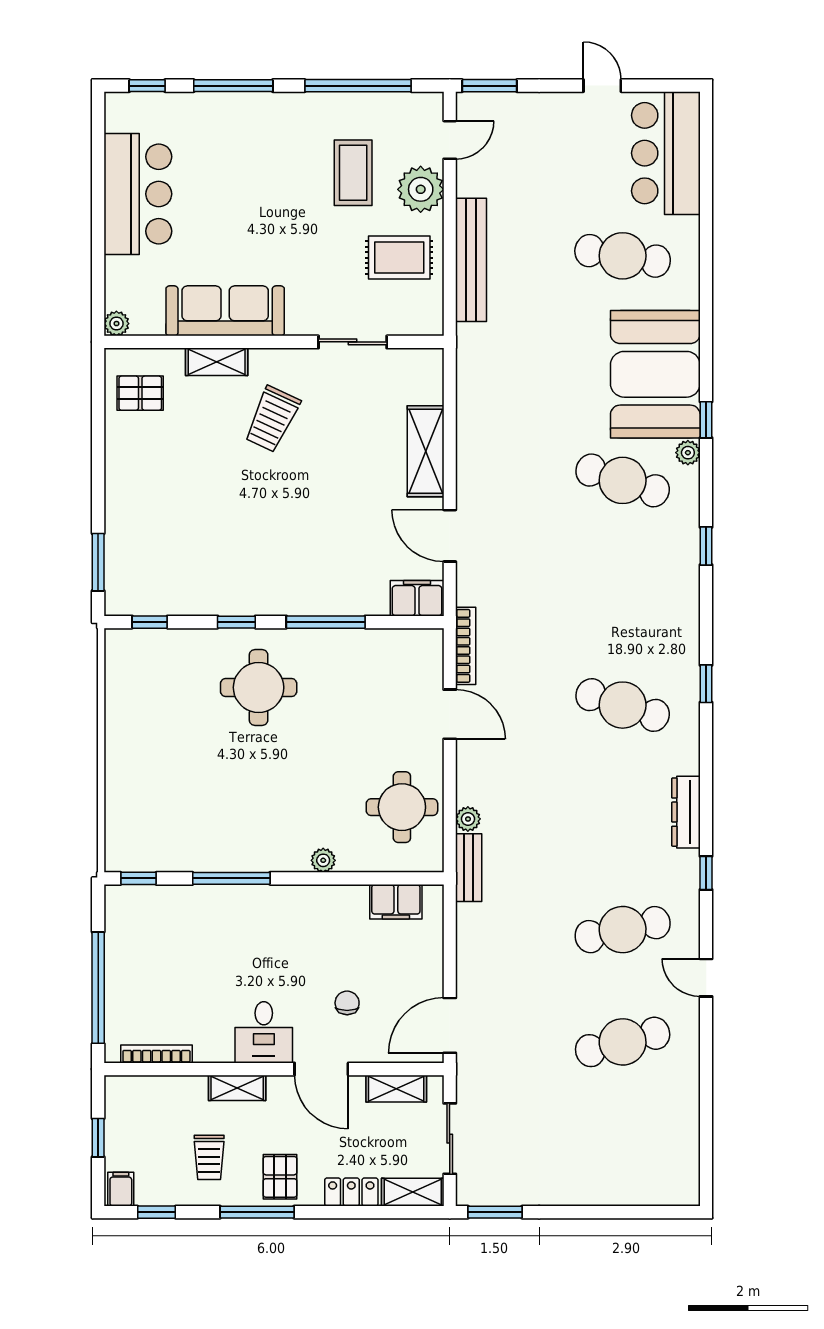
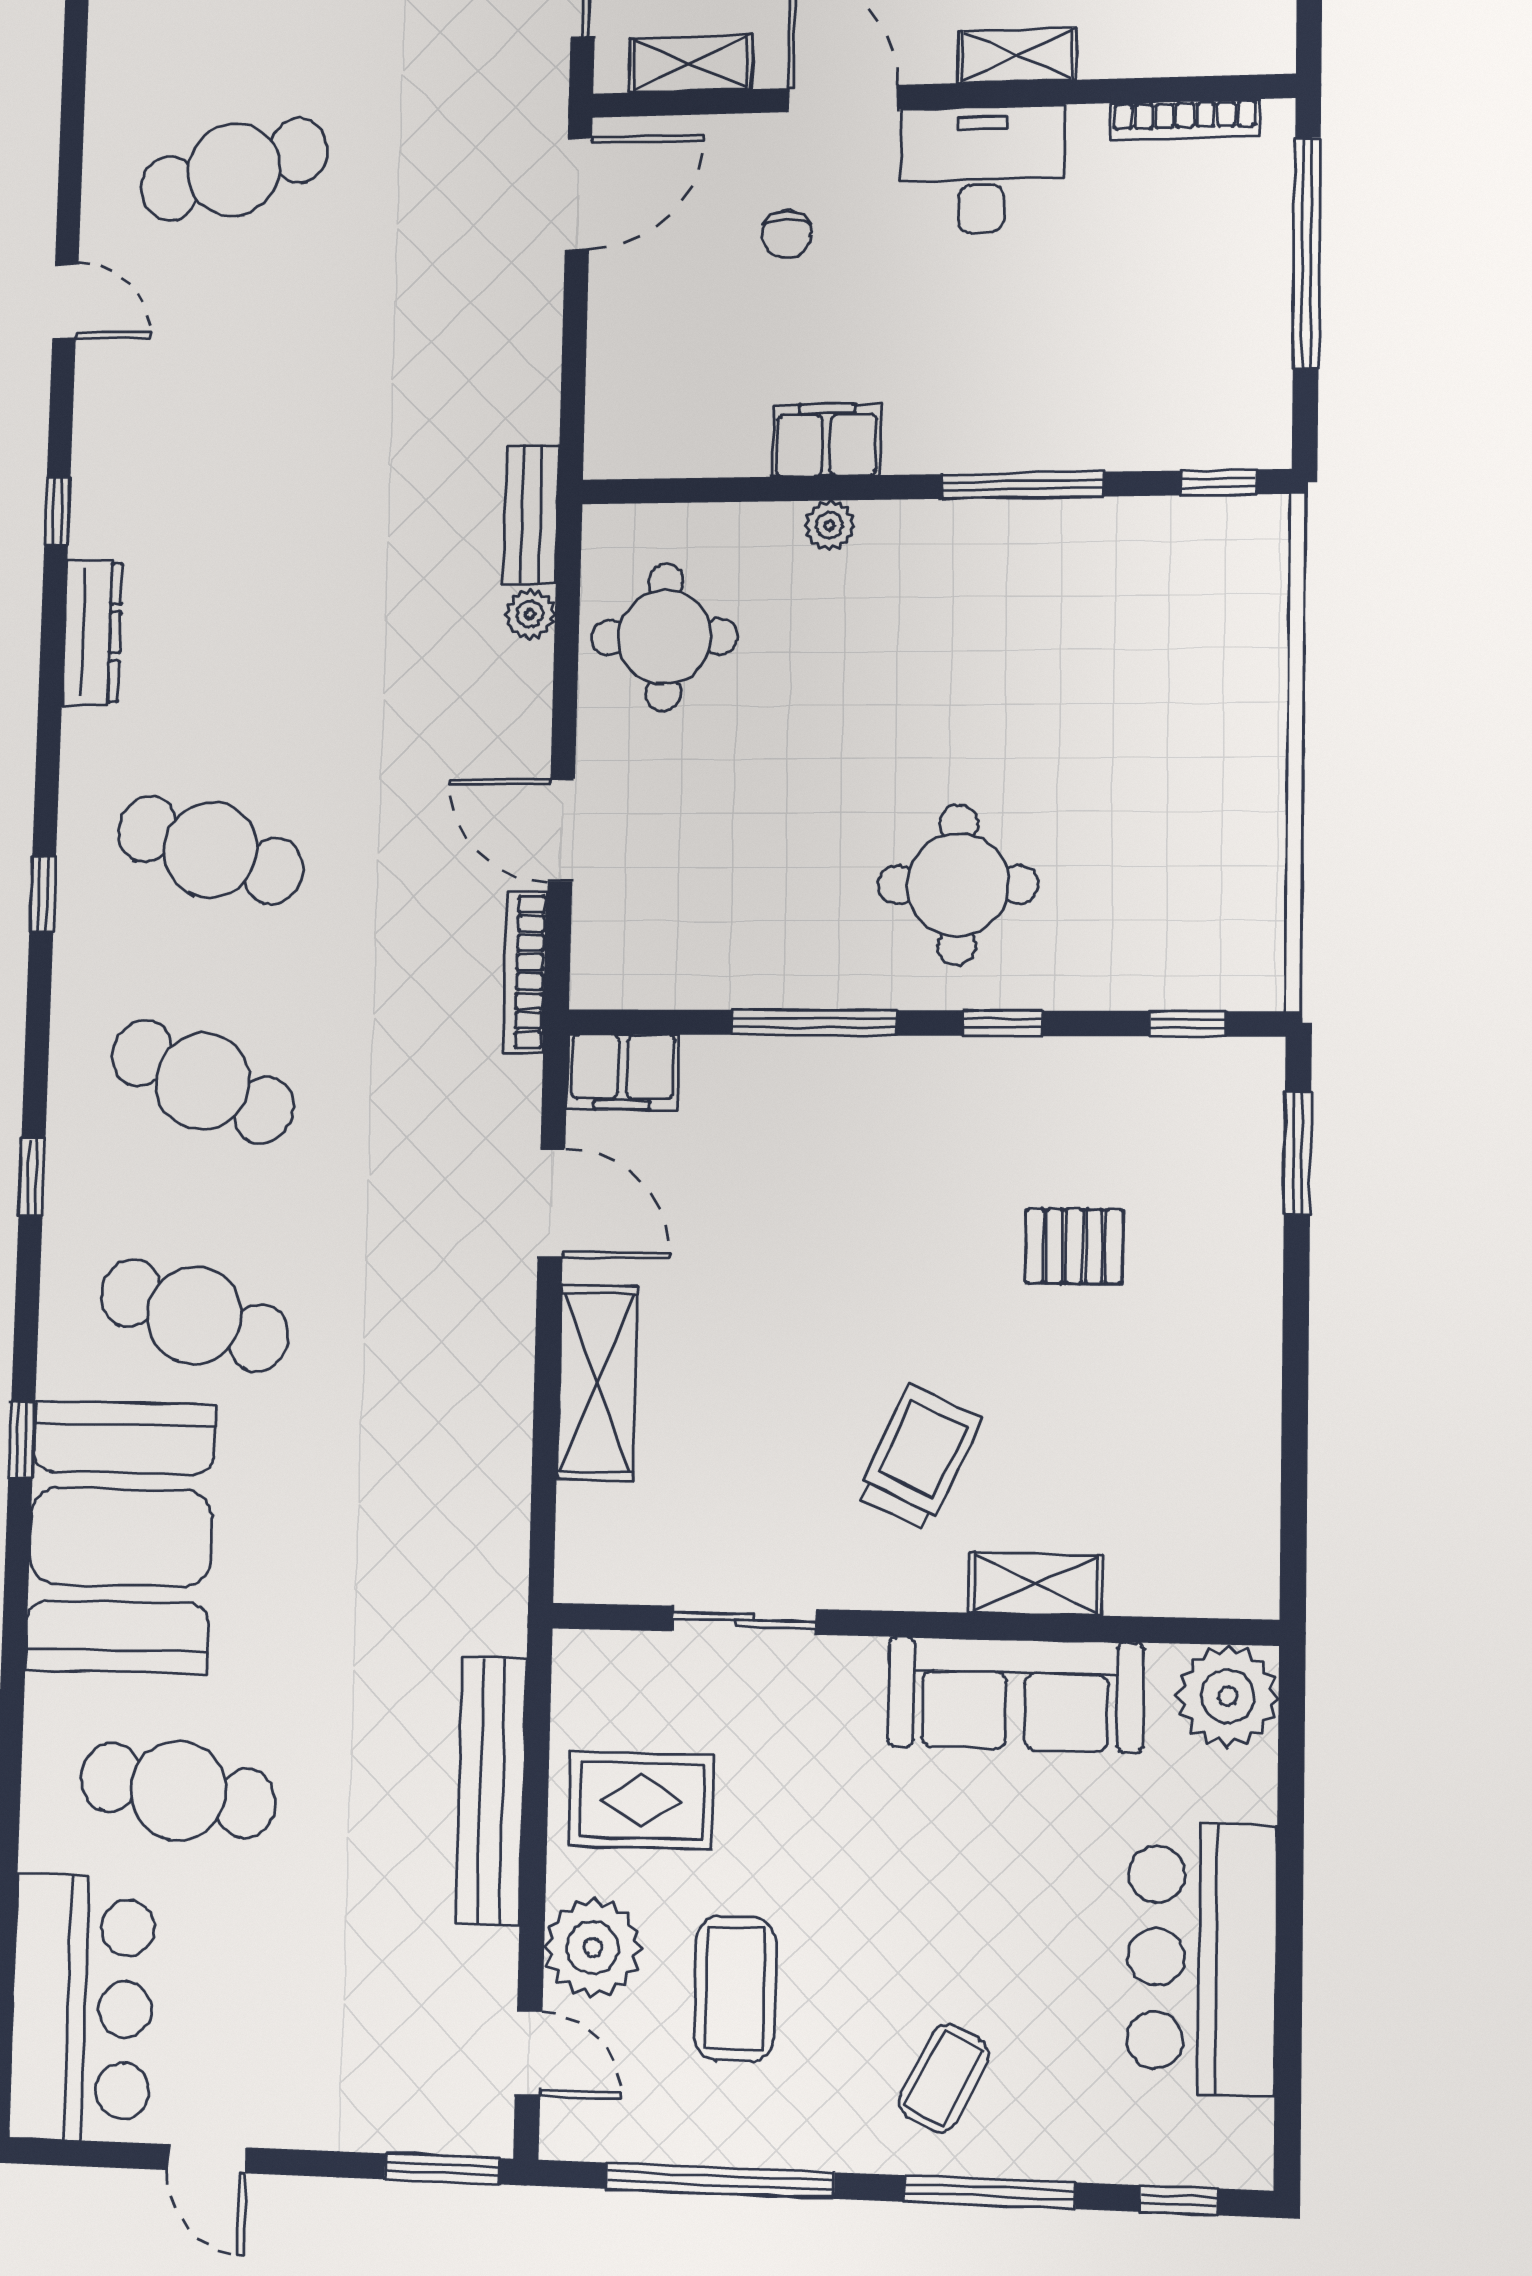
coffee table: (255, 136) -> (944, 2078), added
door: (450, 140) -> (529, 2053), swing flipped
plant: (116, 324) -> (1228, 1696), width x1.88, depth x1.88
pallet: (140, 393) -> (1074, 1246), moved
plant: (688, 453) -> (61, 1371), removed
filing cabinet: (396, 902) -> (826, 440), moved
cafe table: (623, 930) -> (203, 1081), moved, turned 36
desk: (264, 1032) -> (982, 169), width x1.37

